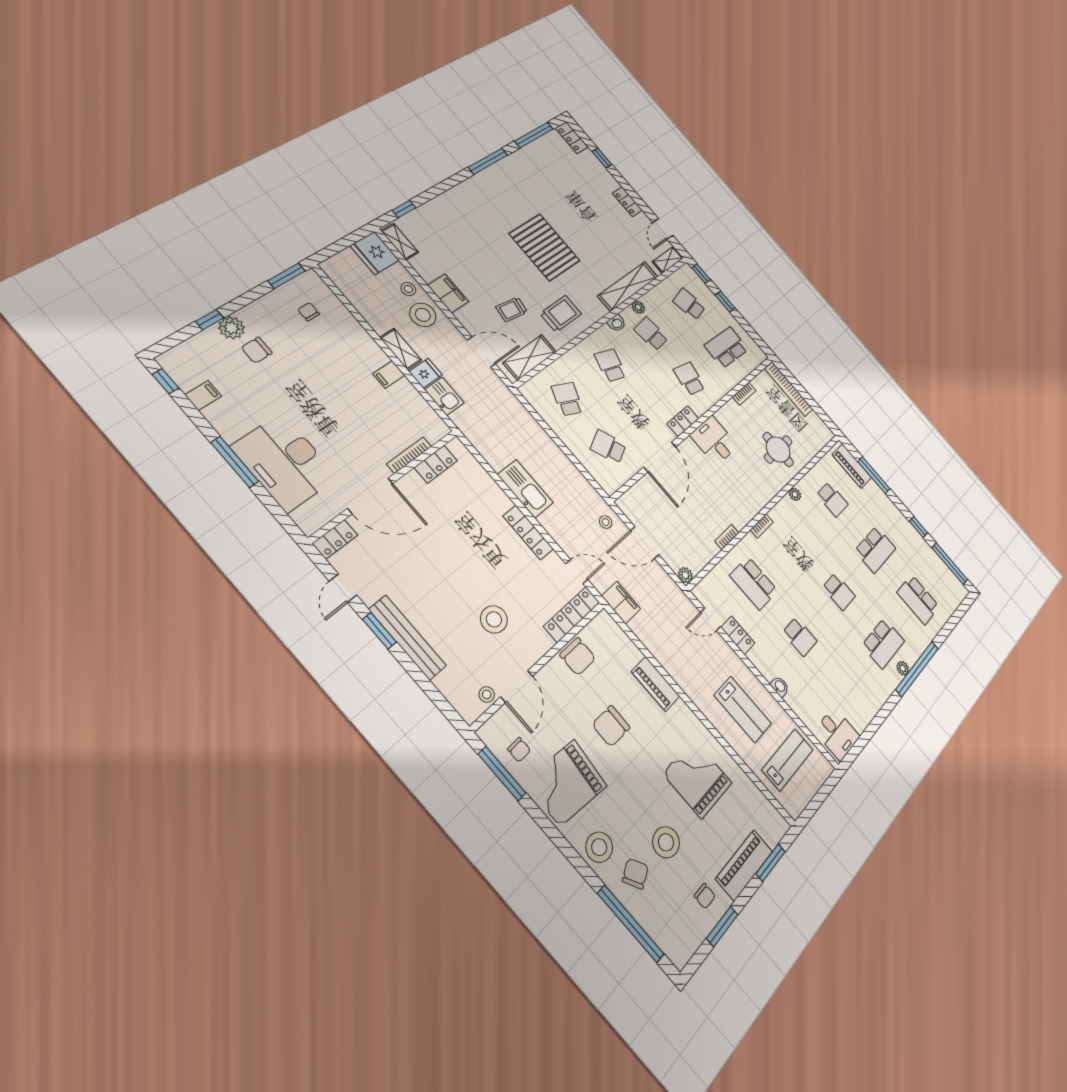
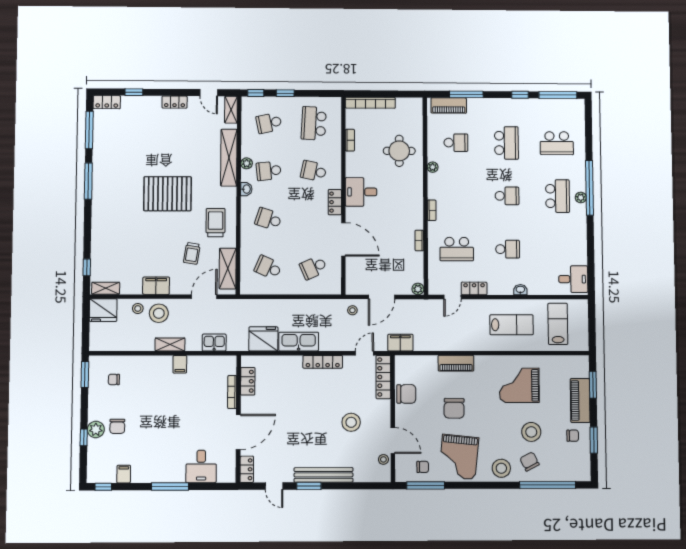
fridge: (426, 373) -> (263, 339), moved, width x1.88, depth x1.34
desk: (285, 462) -> (201, 466), width x0.53, depth x0.77

